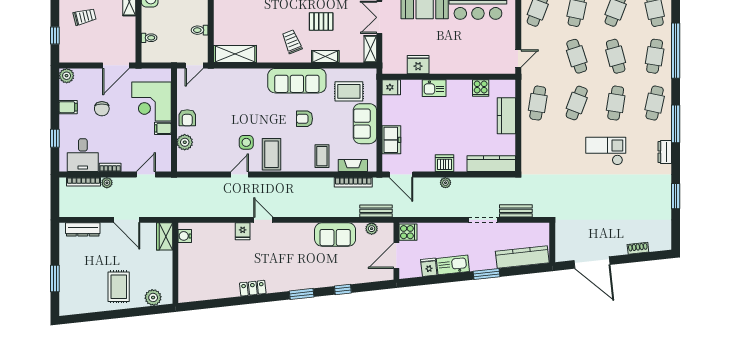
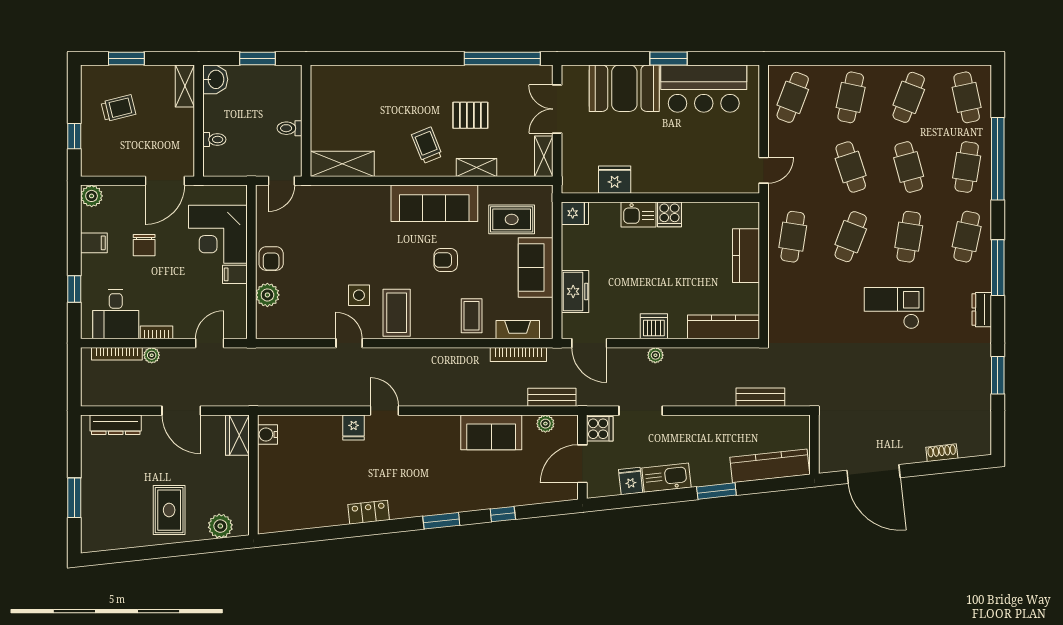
cooker: (481, 88) -> (669, 214), moved
door: (240, 175) -> (349, 343), hinge flipped
doorway: (483, 220) -> (641, 411), moved

